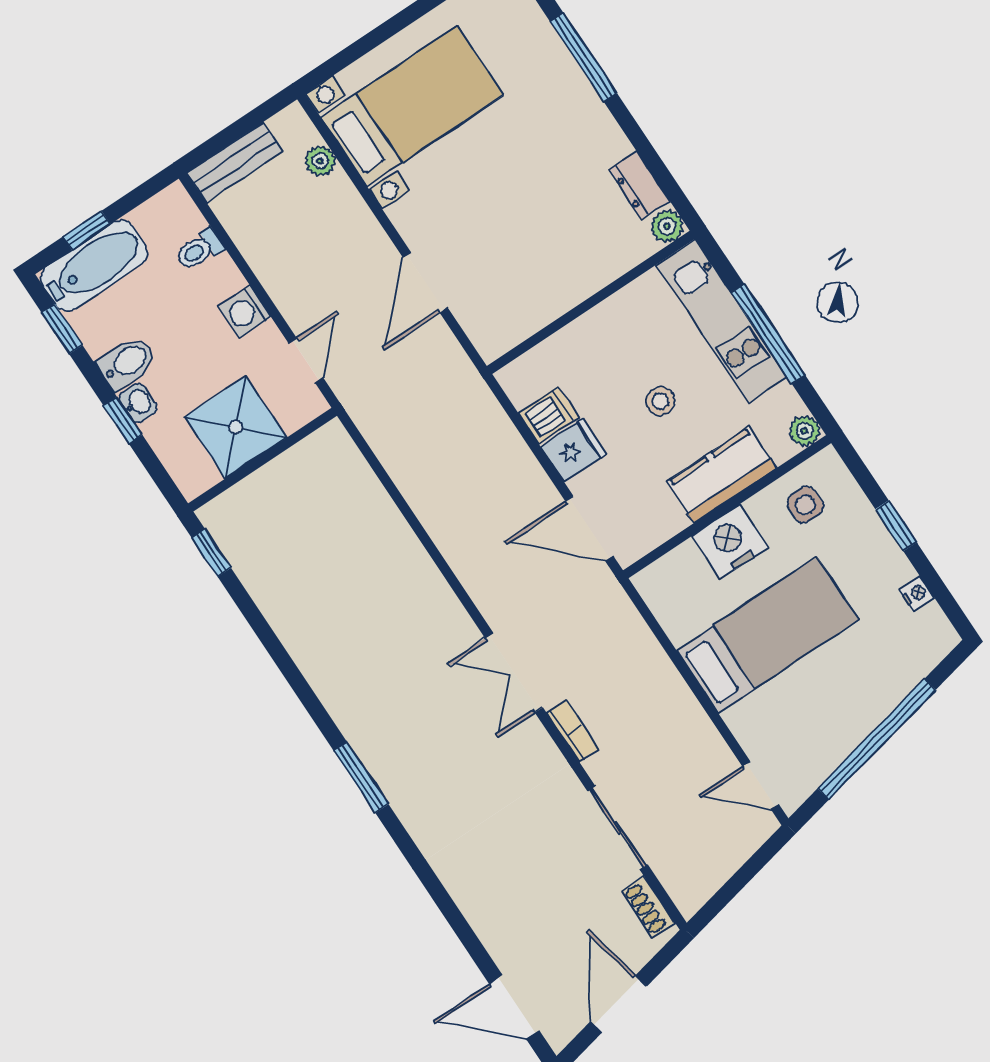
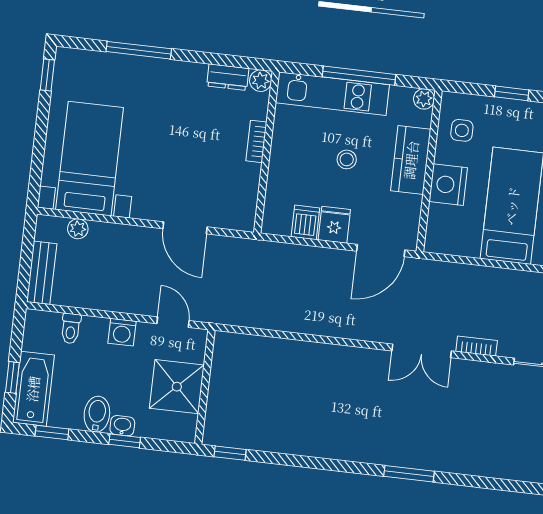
bookcase: (593, 280) -> (256, 141), added

